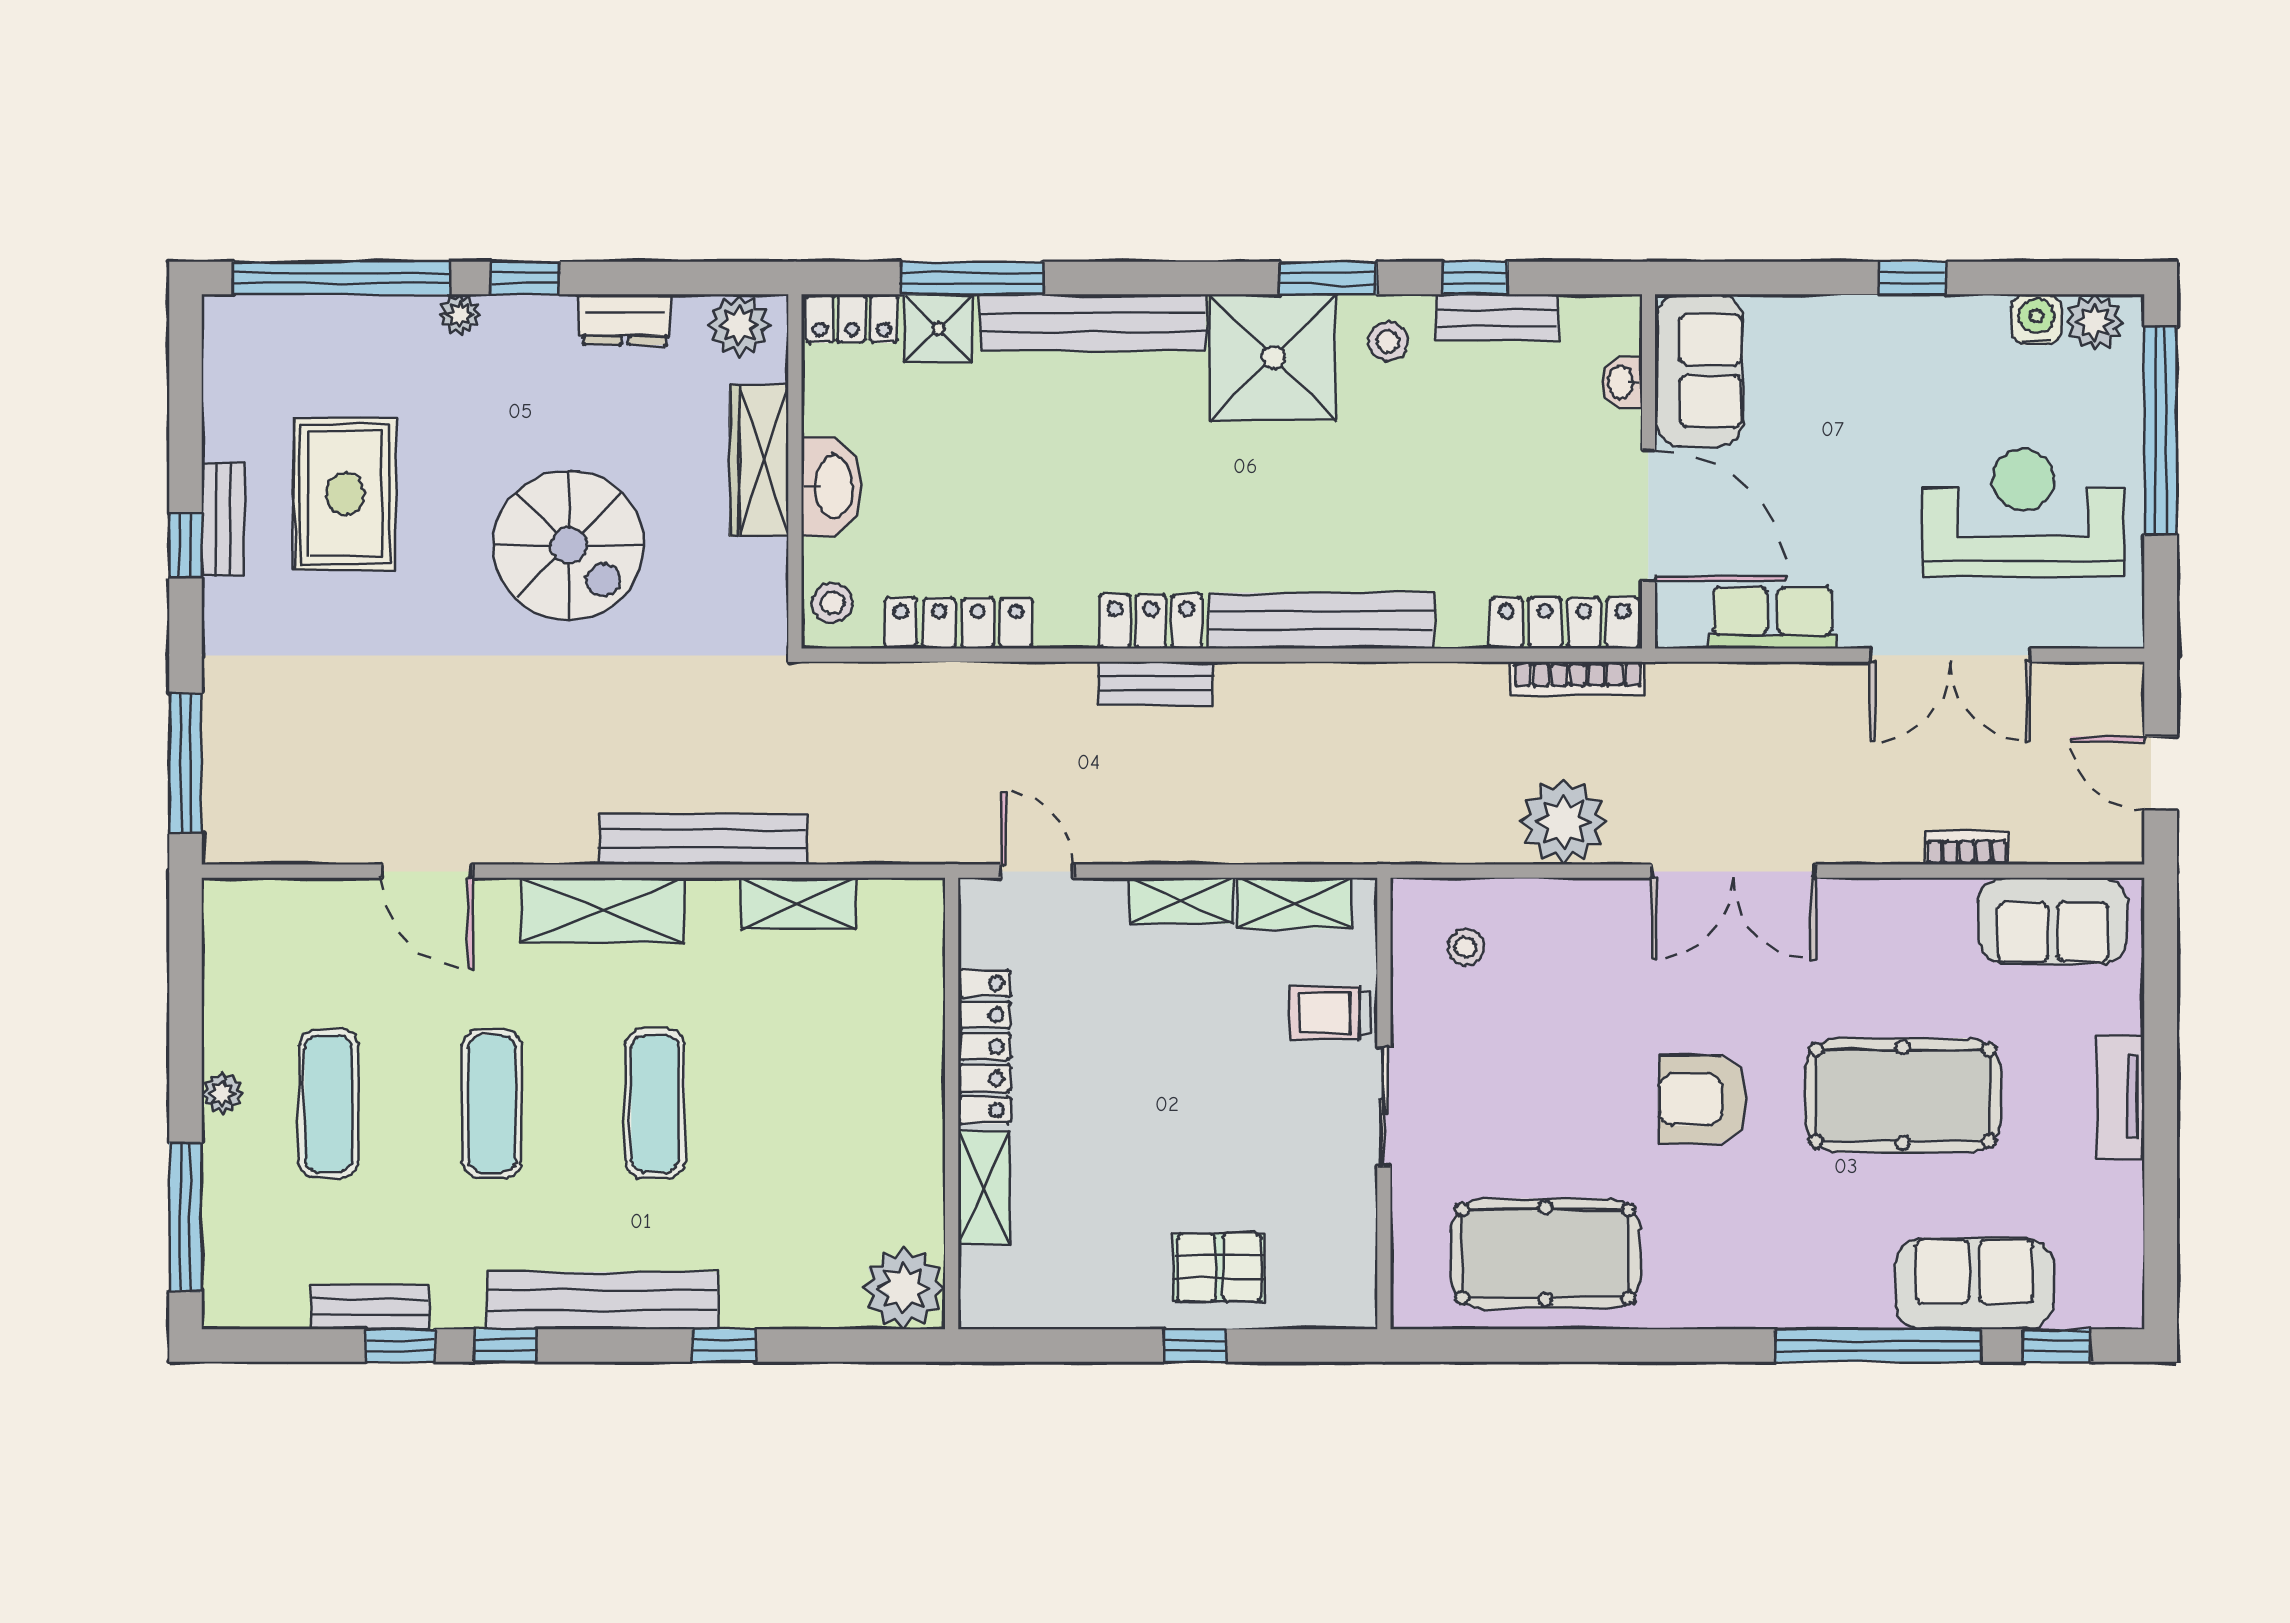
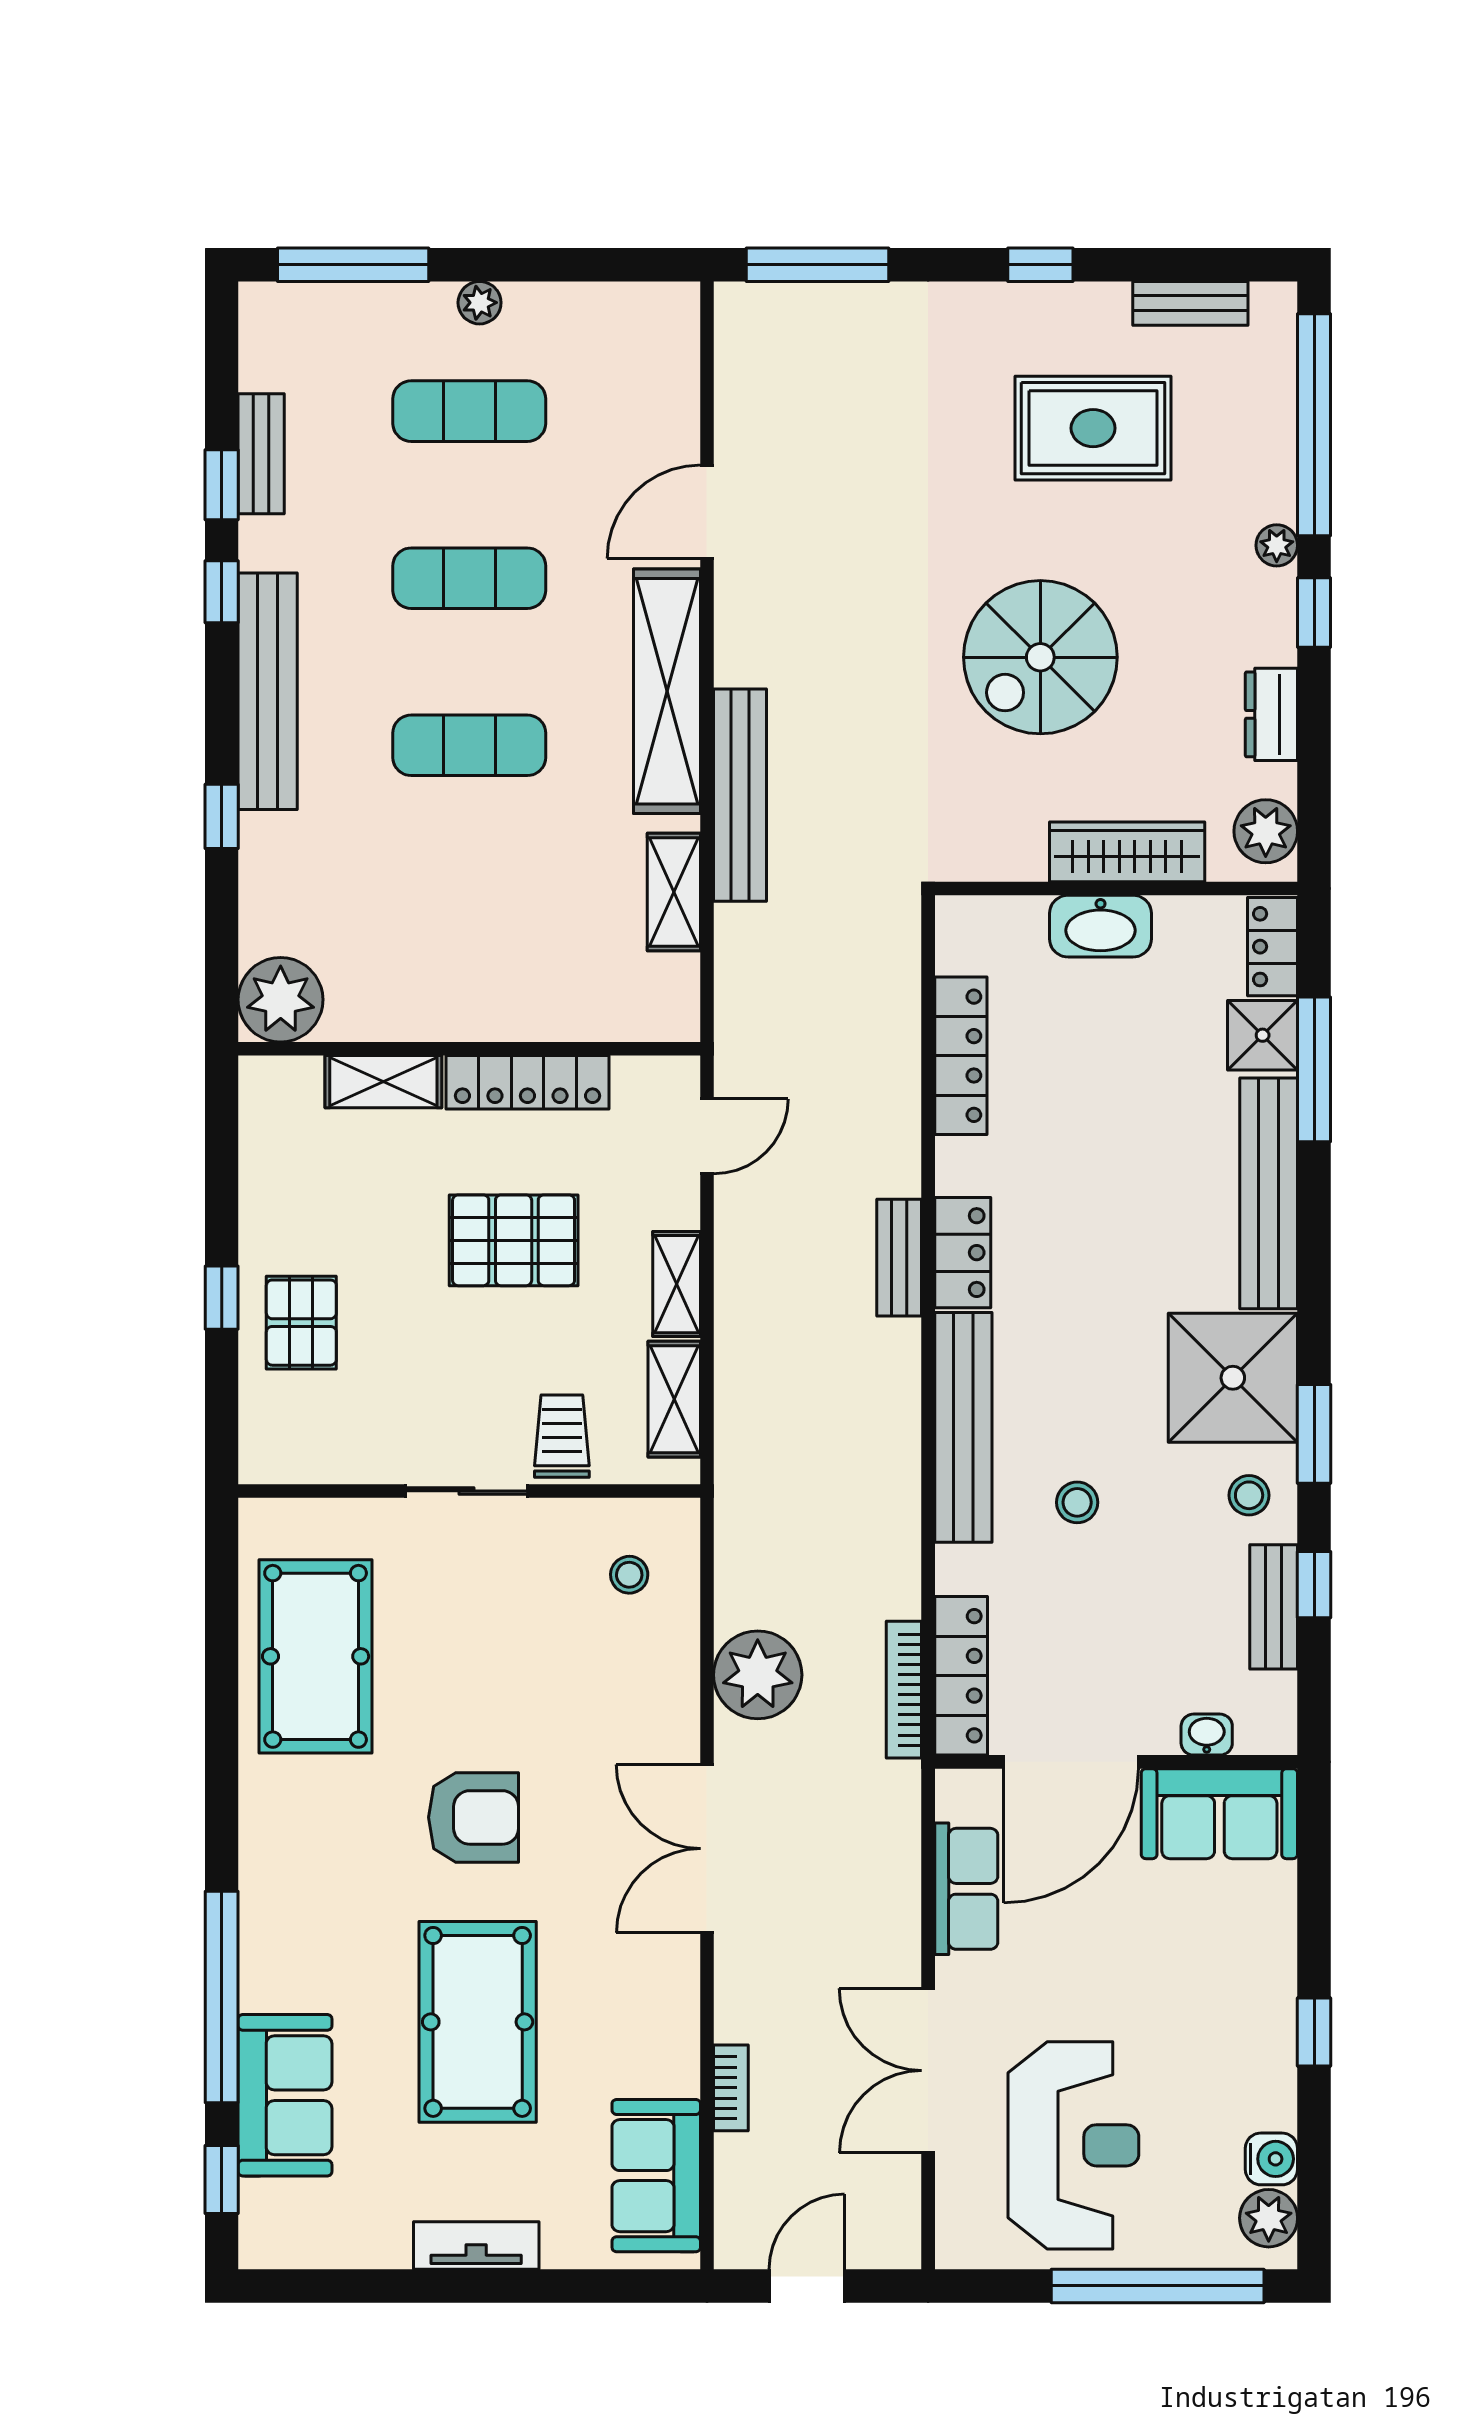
bench: (223, 519) -> (1190, 303), moved
stool: (832, 603) -> (1077, 1502), moved
shelving: (602, 910) -> (667, 691), width x1.47
pallet: (1139, 1060) -> (514, 1240), added
armchair: (1703, 1099) -> (473, 1817), turned 90

